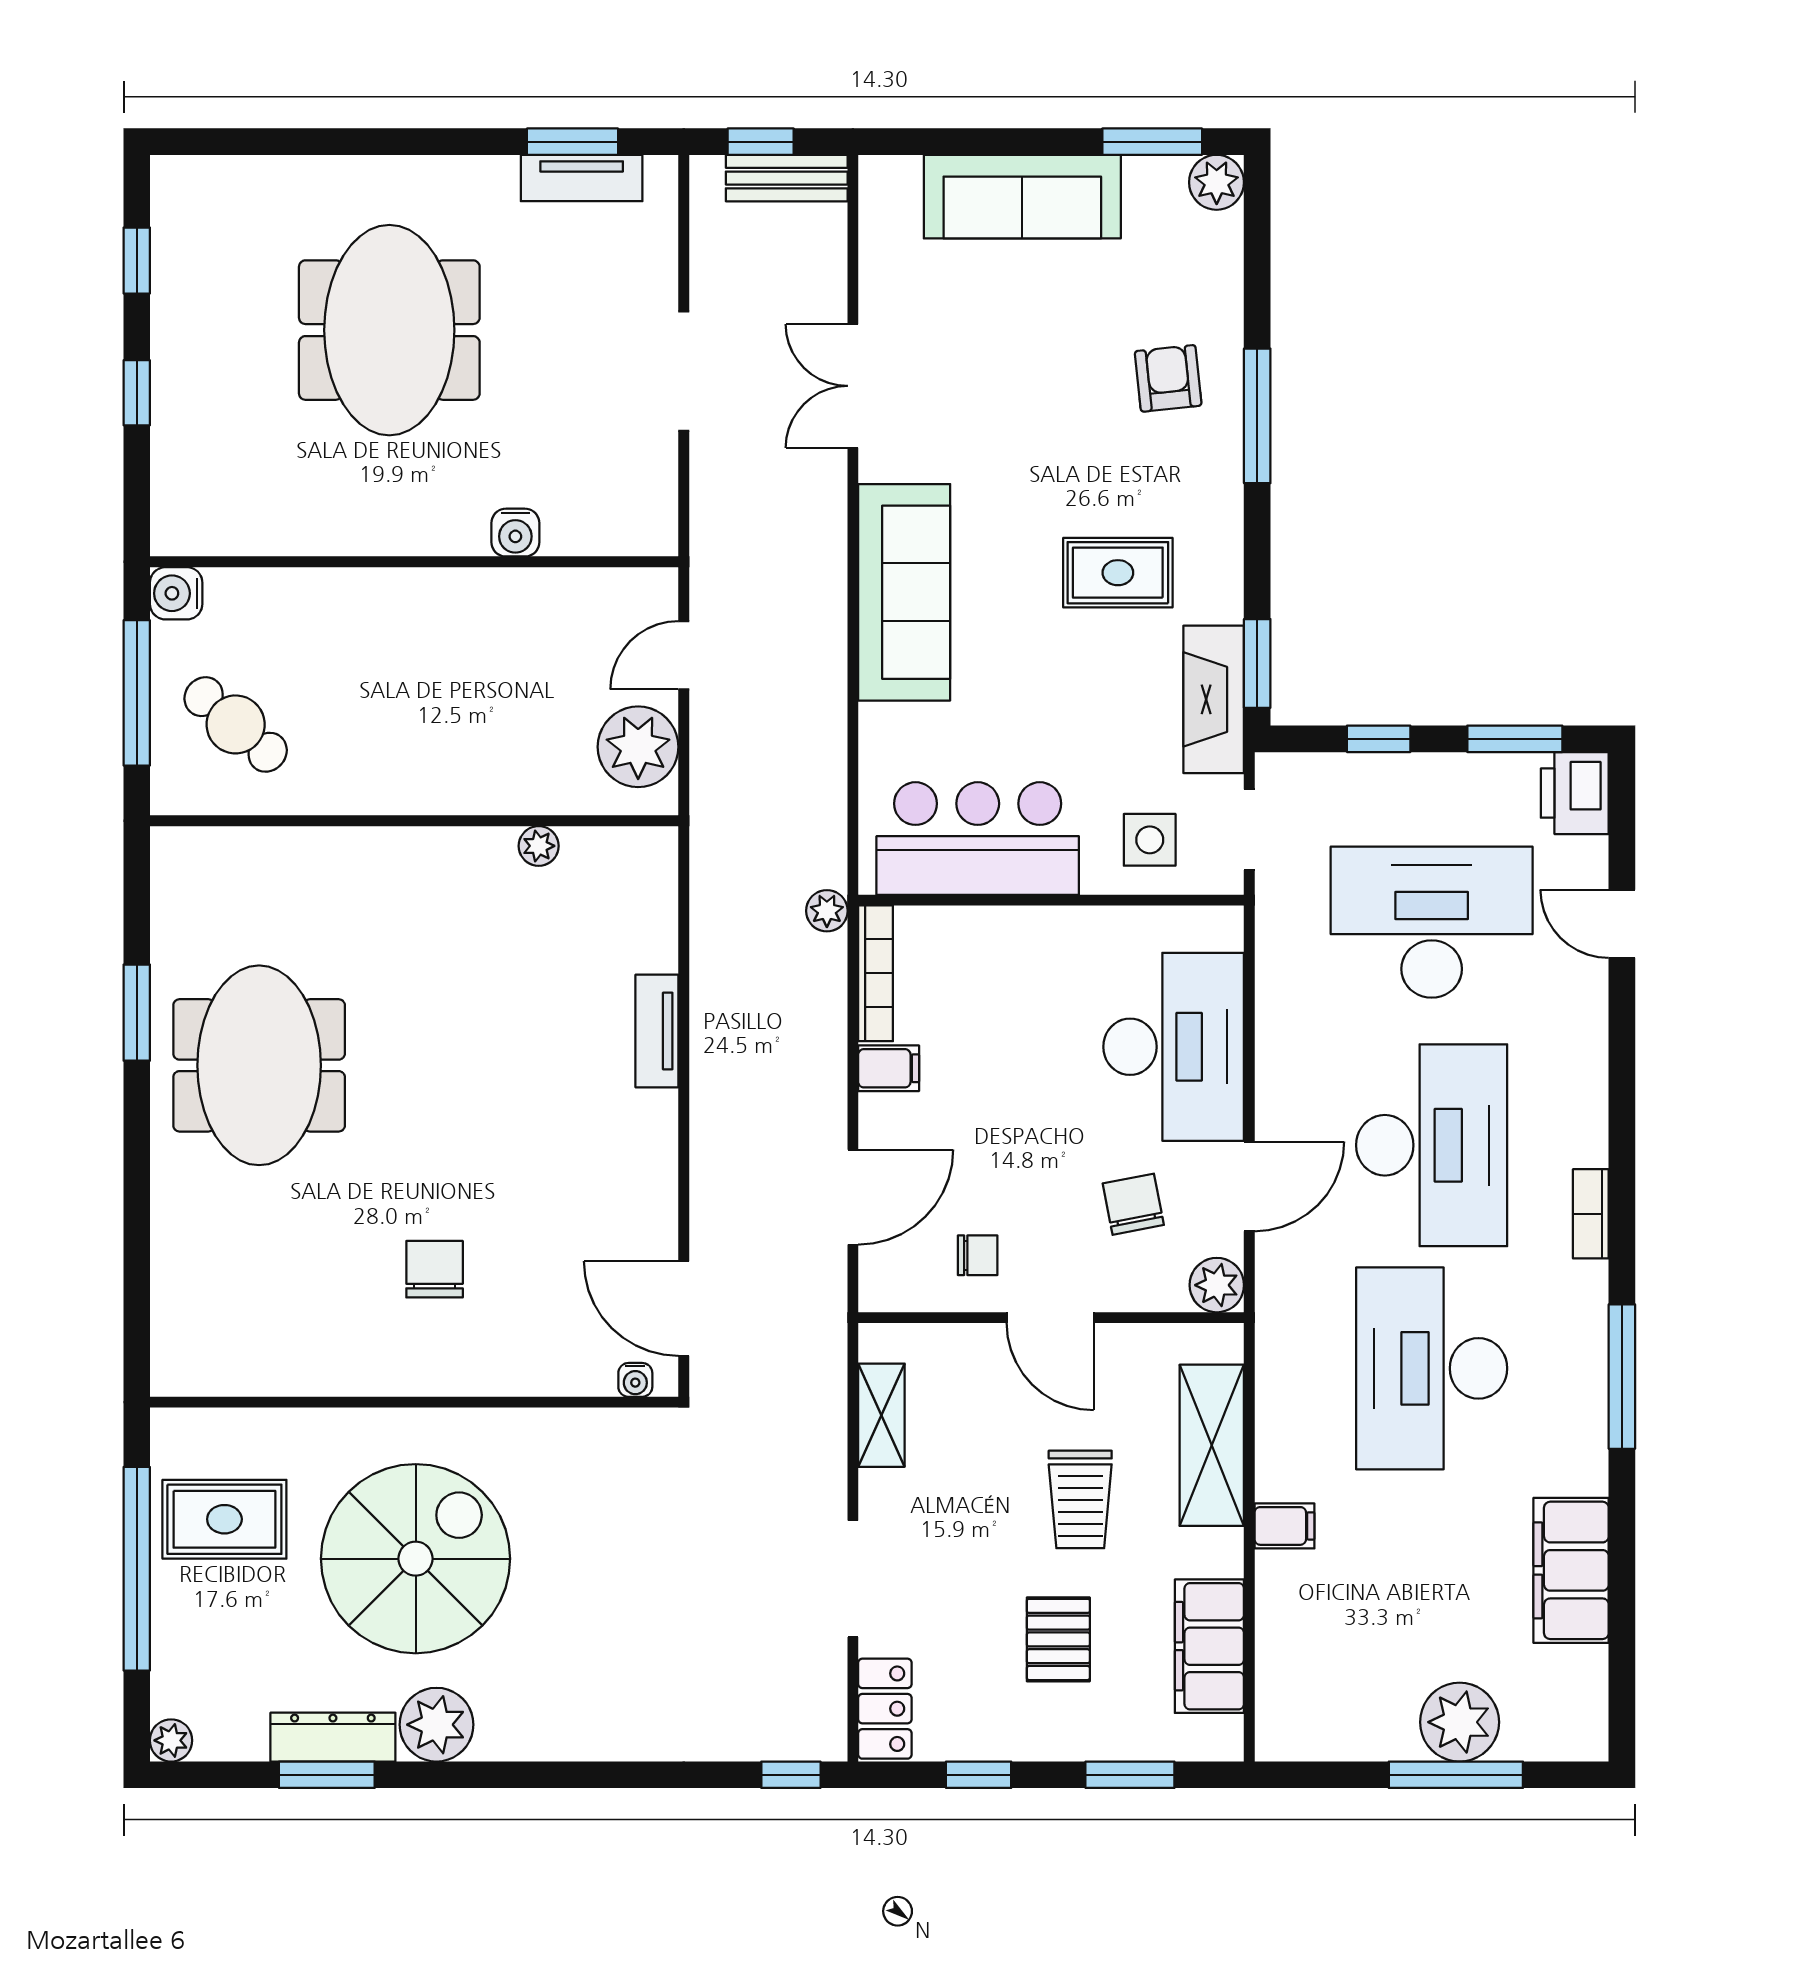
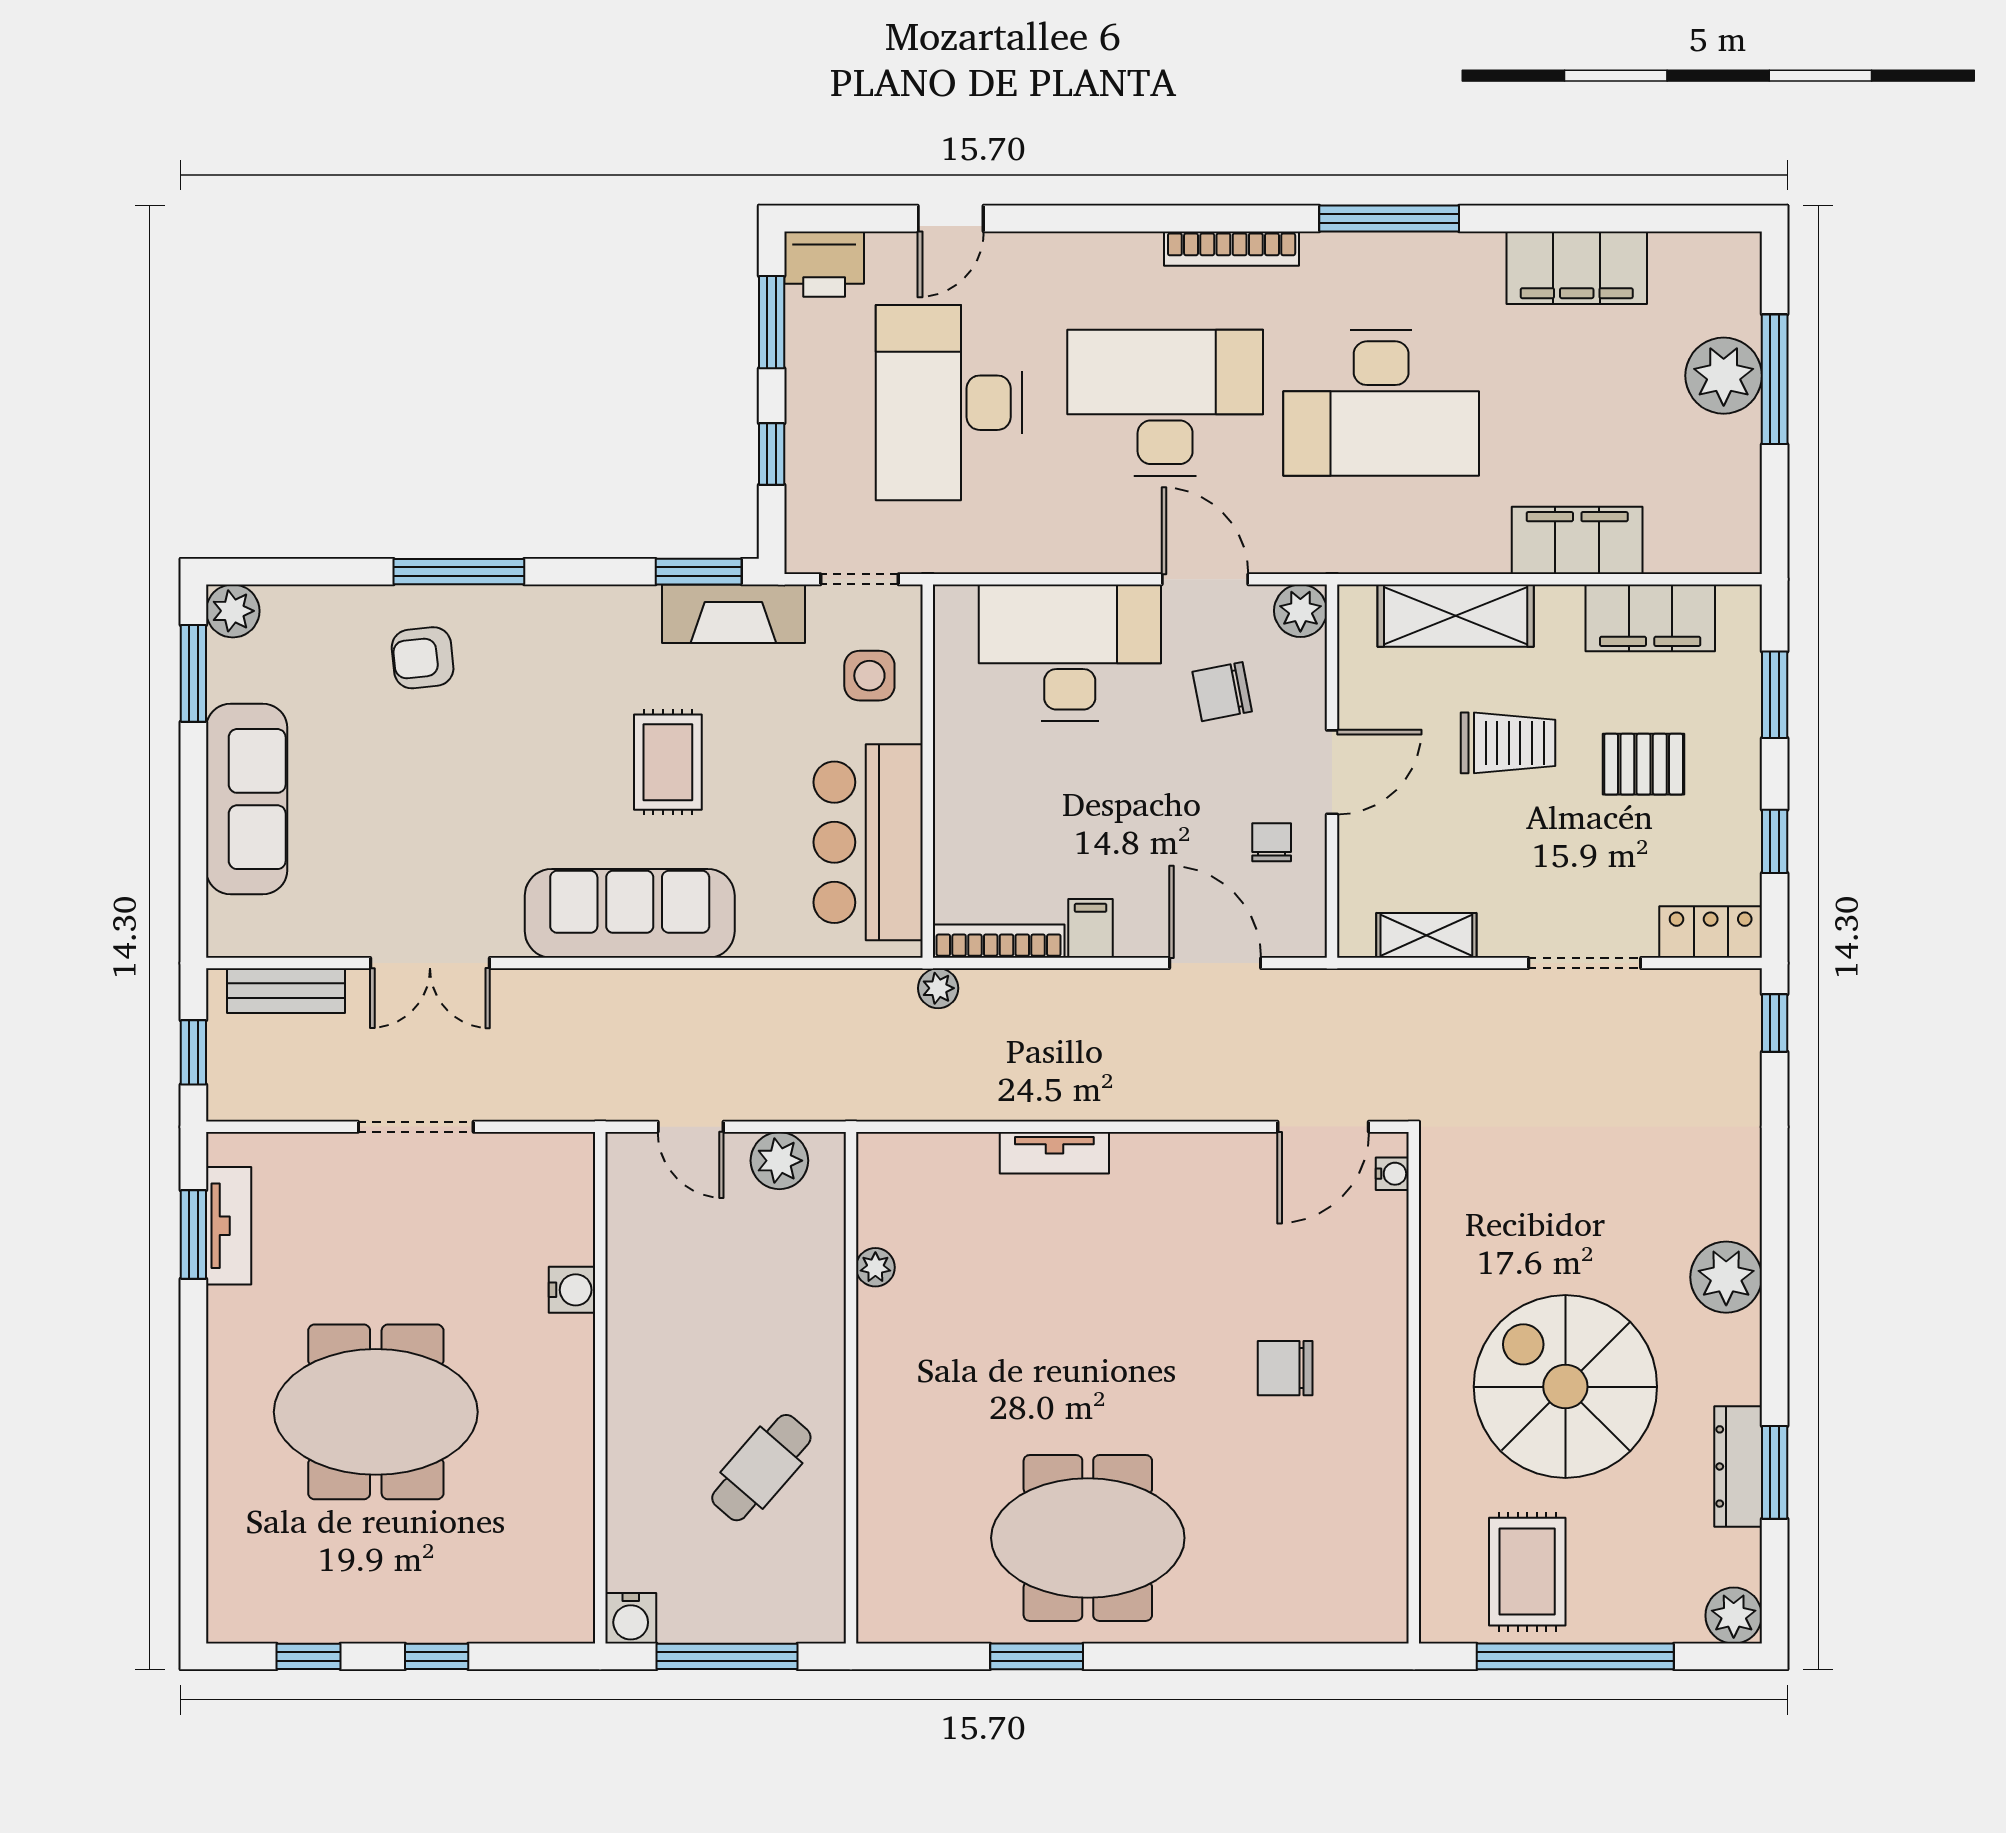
bench: (787, 178) -> (286, 991), moved, turned 90
rug: (1118, 573) -> (668, 762), moved
cafe table: (236, 724) -> (761, 1468), moved
plant: (638, 747) -> (779, 1161), width x0.73, depth x0.73
bookcase: (1591, 1214) -> (1232, 249), width x1.56
filing cabinet: (1284, 1526) -> (1577, 540), width x3.00, depth x1.17
plant: (436, 1725) -> (1726, 1277), moved
plant: (171, 1740) -> (1734, 1616), width x1.38, depth x1.38

